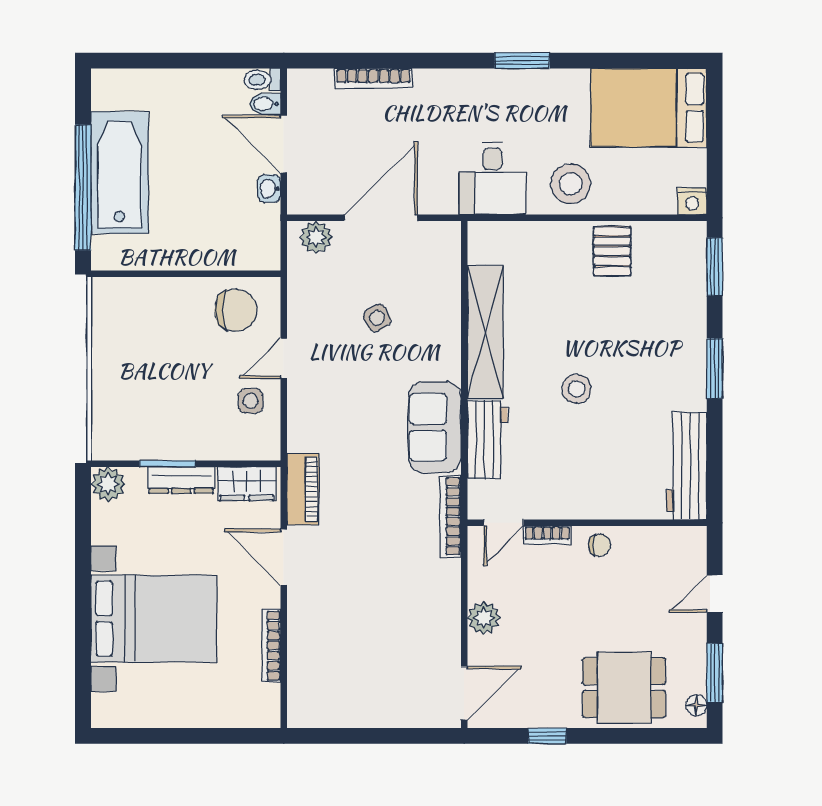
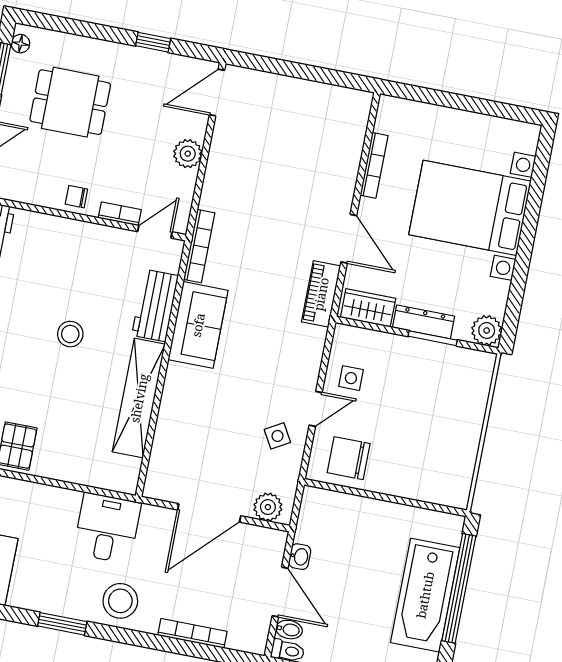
stool: (571, 184) -> (120, 601), moved
side table: (377, 318) -> (277, 436), moved
dining table: (624, 688) -> (70, 102), moved

